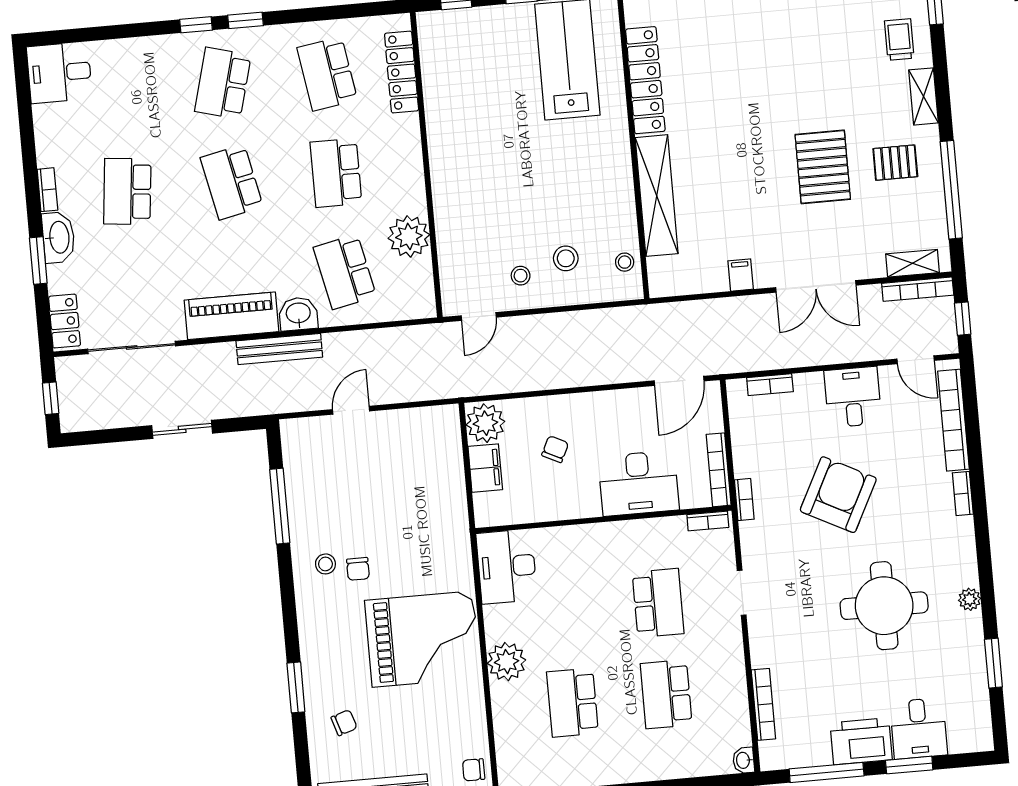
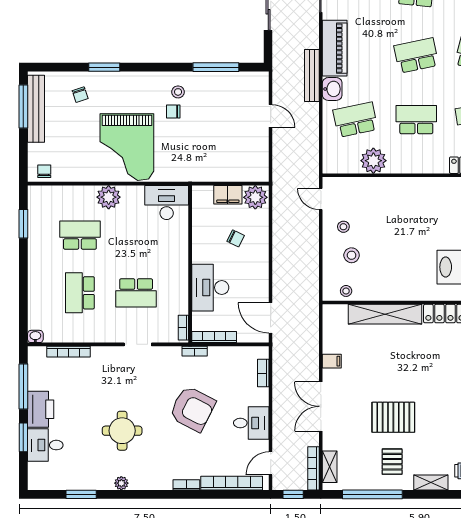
round table: (884, 606) -> (122, 431), width x0.73, depth x0.73
school desk: (666, 694) -> (80, 293), turned -90

